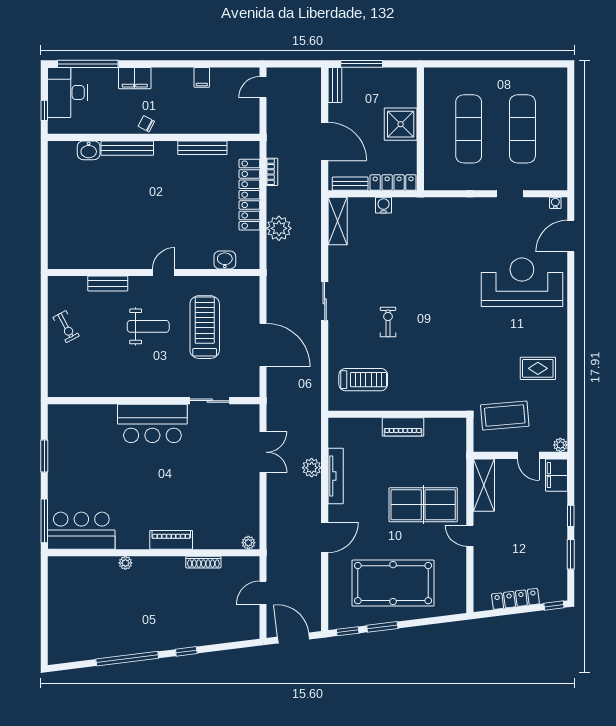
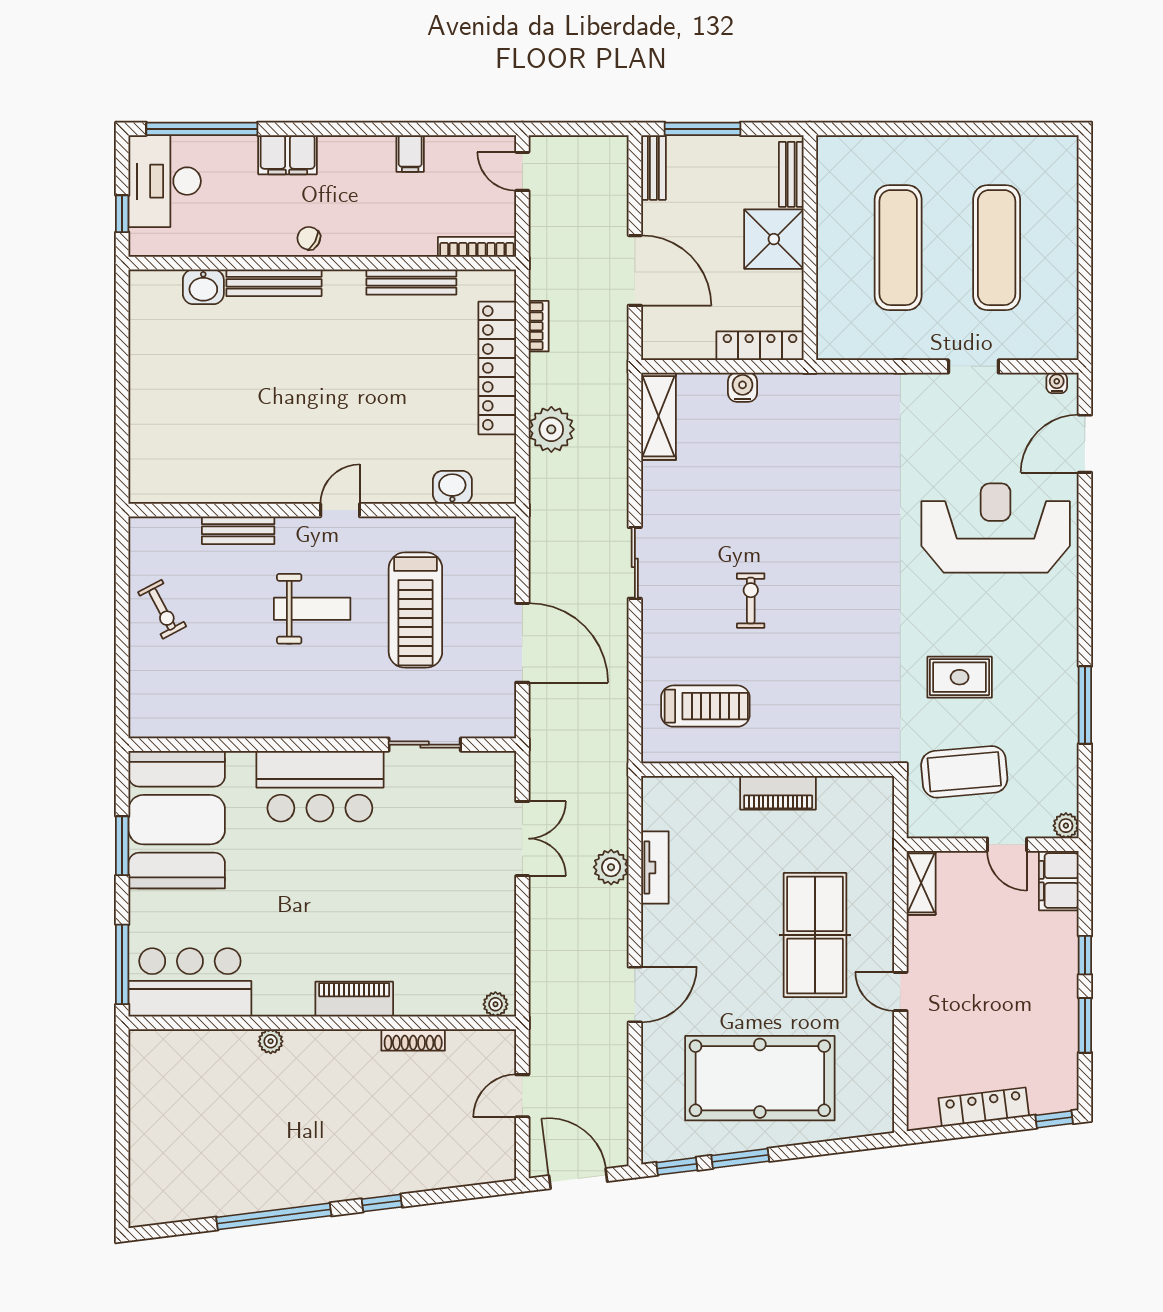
door: (263, 87) -> (522, 171), hinge flipped
bookcase: (238, 129) -> (477, 247), added
bench: (350, 184) -> (791, 174), moved, turned 90
treadmill: (205, 327) -> (415, 610), turned 180
rug: (538, 368) -> (960, 677), moved
window: (571, 379) -> (1085, 705), added
booth: (74, 442) -> (177, 820), added
tv unit: (336, 476) -> (655, 868), width x0.71
shelving: (484, 485) -> (921, 883), width x0.67, depth x0.75
table tennis table: (423, 505) -> (815, 935), turned 90

